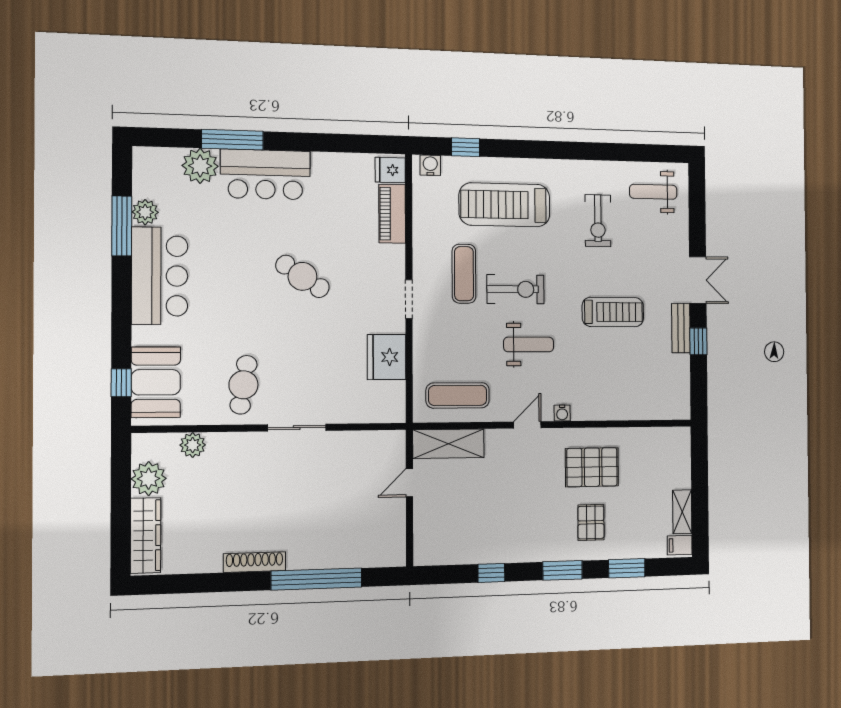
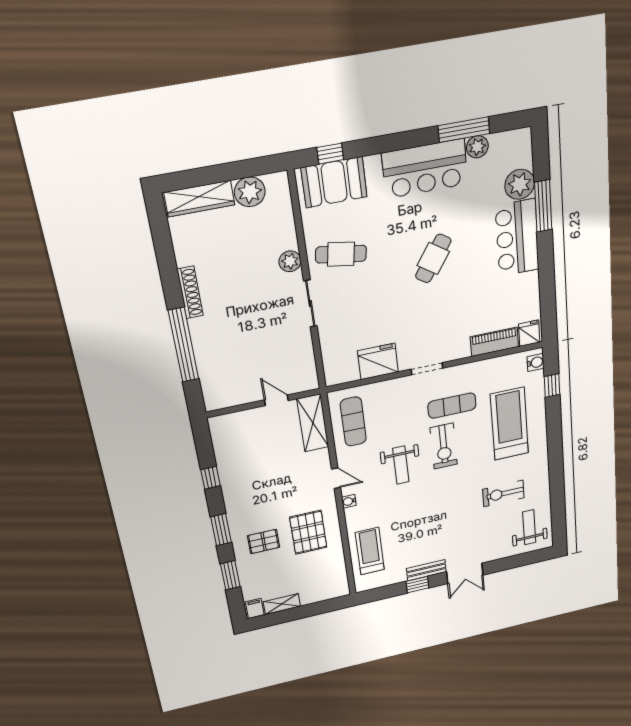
cafe table: (303, 276) -> (433, 259), moved
treadmill: (613, 312) -> (370, 551), moved, turned 180
plant: (193, 445) -> (290, 261), moved

